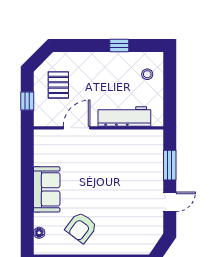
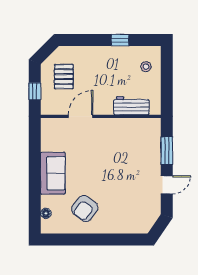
workbench: (124, 116) -> (131, 106), width x0.73

